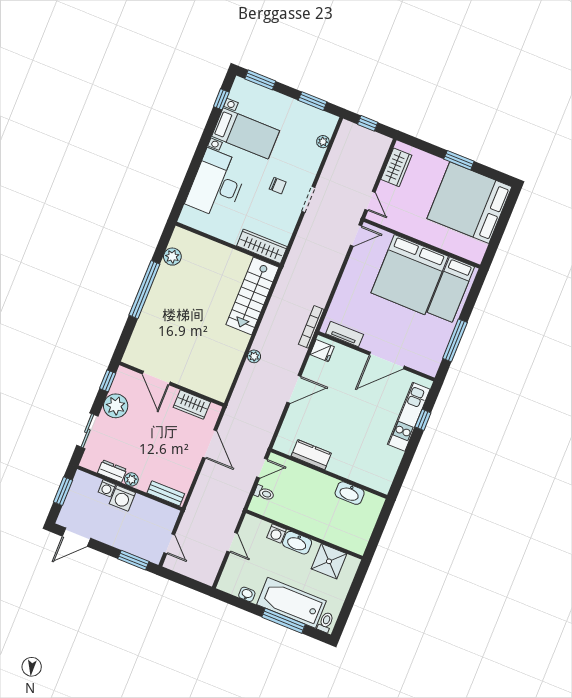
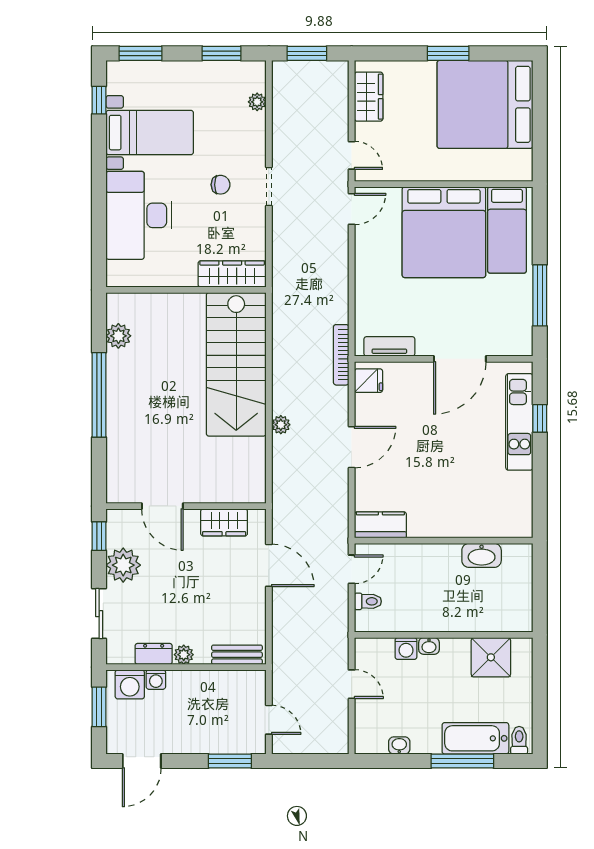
window: (368, 123) -> (307, 53), width x1.50
stairs: (252, 296) -> (236, 364), width x1.36, depth x1.51
kitchen counter: (311, 455) -> (380, 525), moved
washing machine: (122, 498) -> (130, 684), moved
washbasin: (297, 543) -> (429, 646), width x0.52, depth x0.69
bathtub: (292, 603) -> (475, 738), width x0.73, depth x0.73

